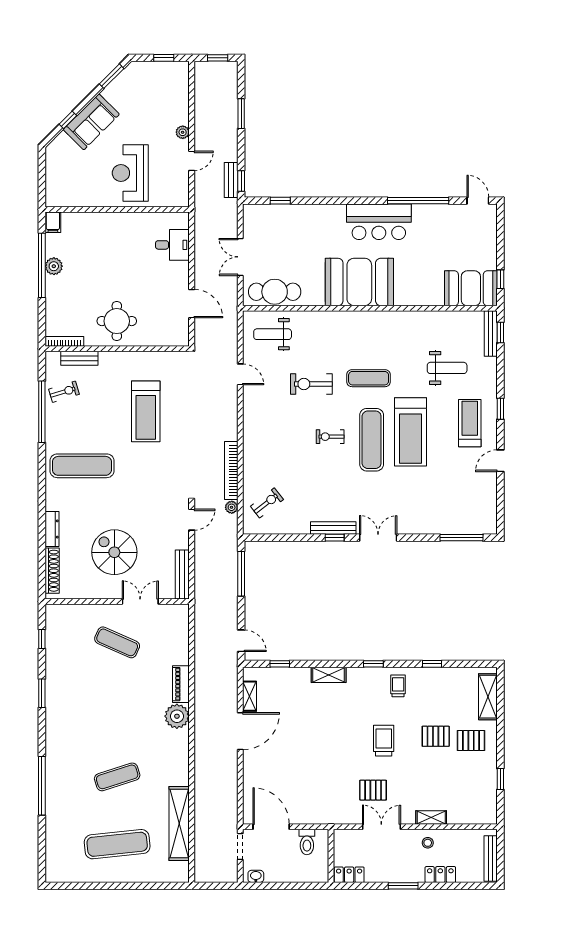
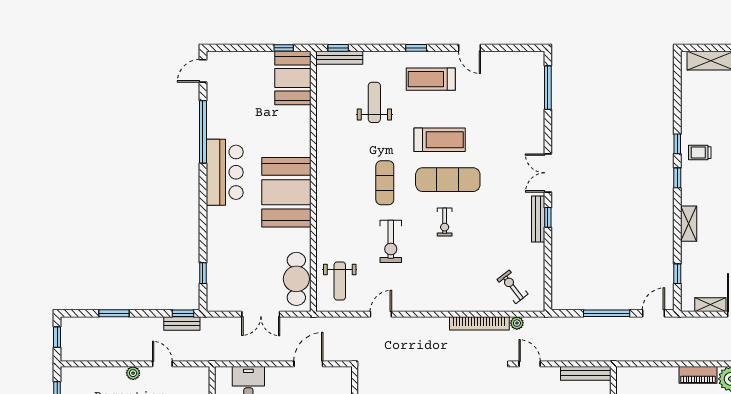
treadmill: (411, 432) -> (440, 140), width x0.73, depth x0.73
window: (241, 574) -> (607, 313), moved
window: (432, 664) -> (677, 144), moved

